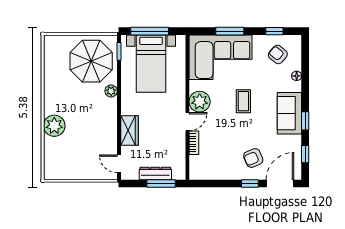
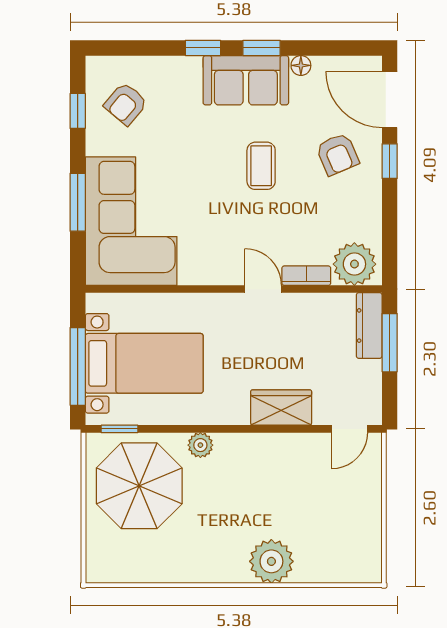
floor lamp: (297, 76) -> (301, 65), moved
coffee table: (243, 101) -> (261, 166), moved, turned 90
plant: (200, 102) -> (354, 264), moved
window: (305, 154) -> (203, 48), moved
dresser: (155, 173) -> (369, 326), moved

